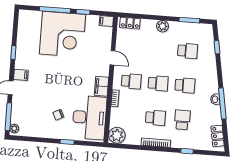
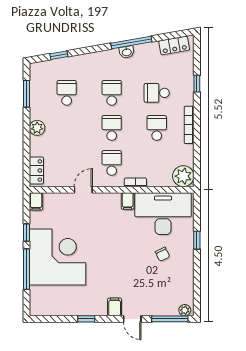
filing cabinet: (102, 86) -> (128, 201), width x0.50

